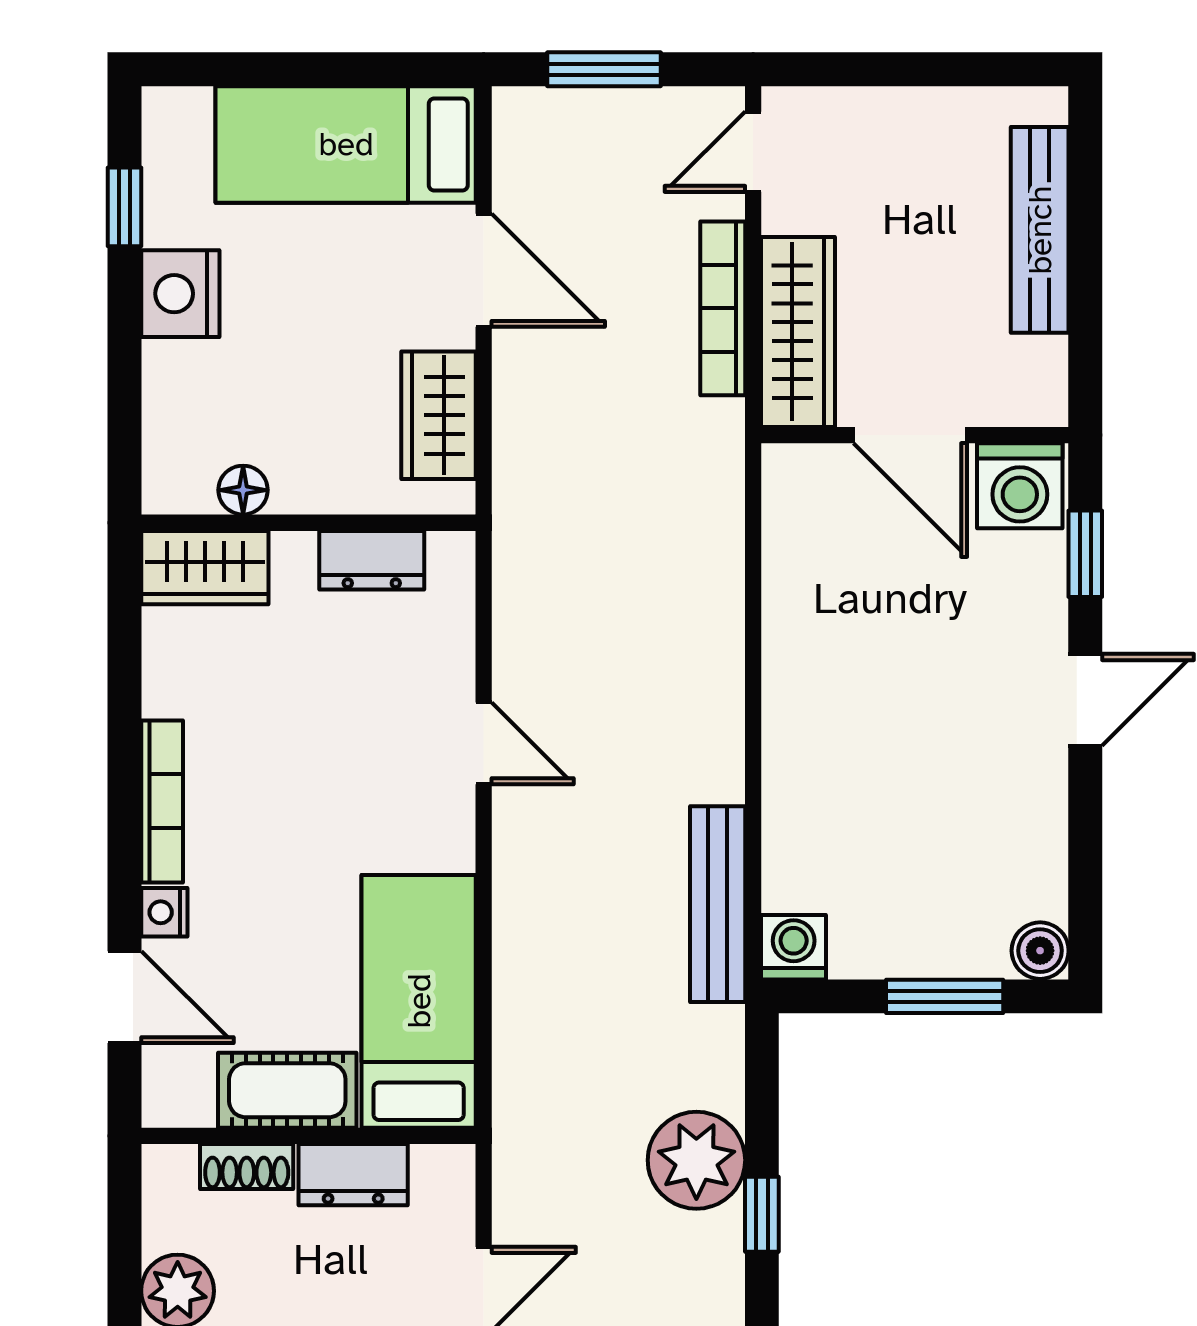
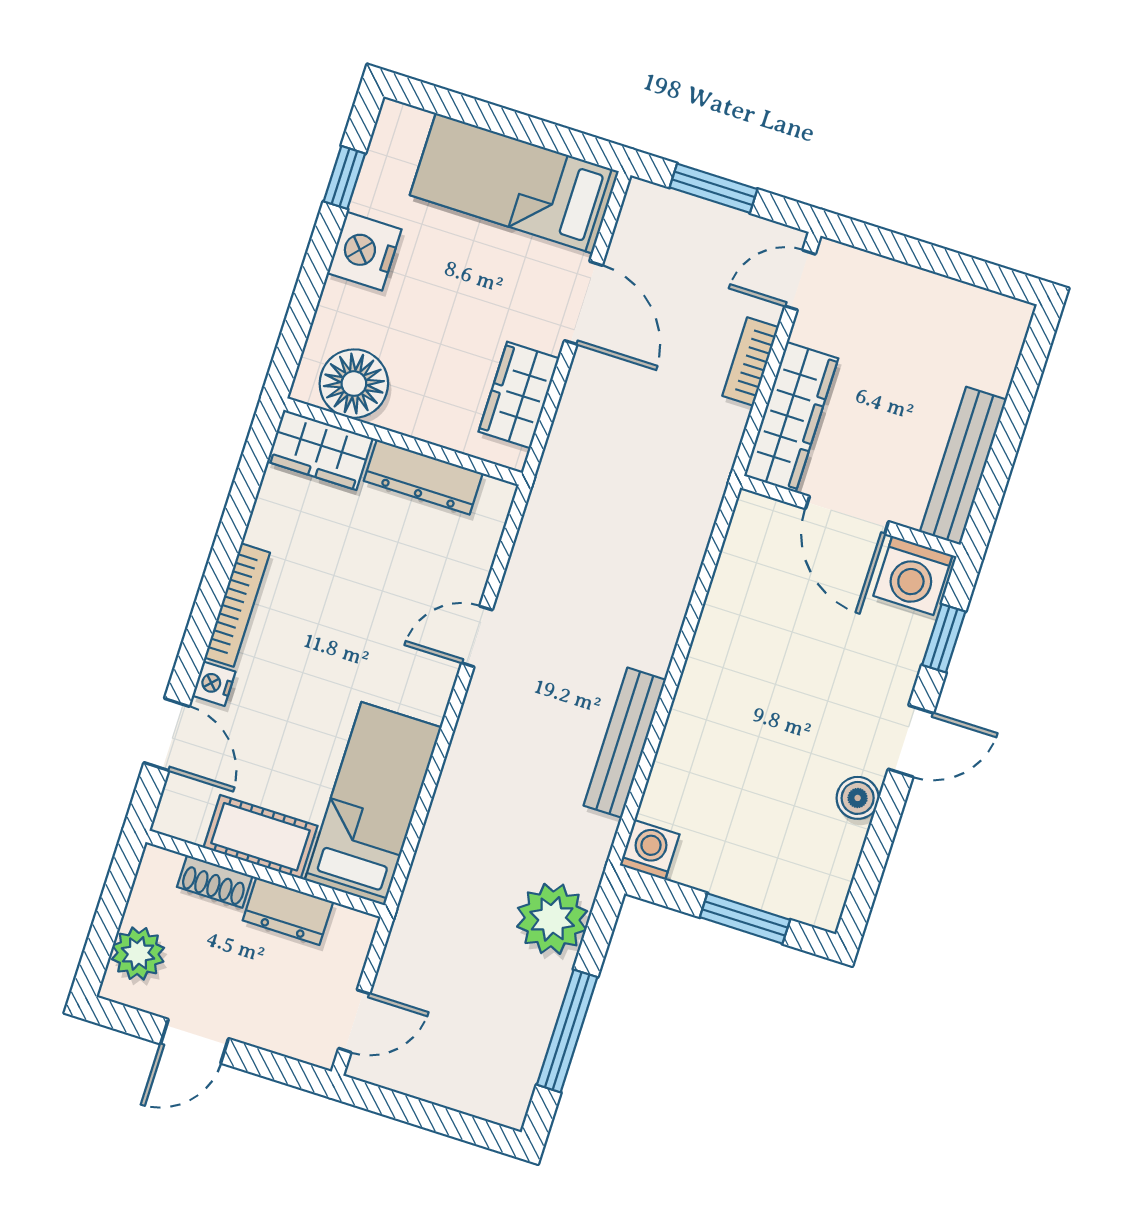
bench: (1040, 230) -> (963, 466), moved
bookcase: (723, 308) -> (750, 361), width x0.64
floor lamp: (243, 490) -> (354, 384), width x1.89, depth x1.89
dresser: (372, 560) -> (423, 477), width x1.44
door: (484, 743) -> (477, 636), swing flipped
bench: (718, 904) -> (625, 743), moved
boiler: (1040, 951) -> (858, 798), moved
plant: (696, 1160) -> (552, 919), moved
window: (762, 1214) -> (567, 1031), width x2.17

